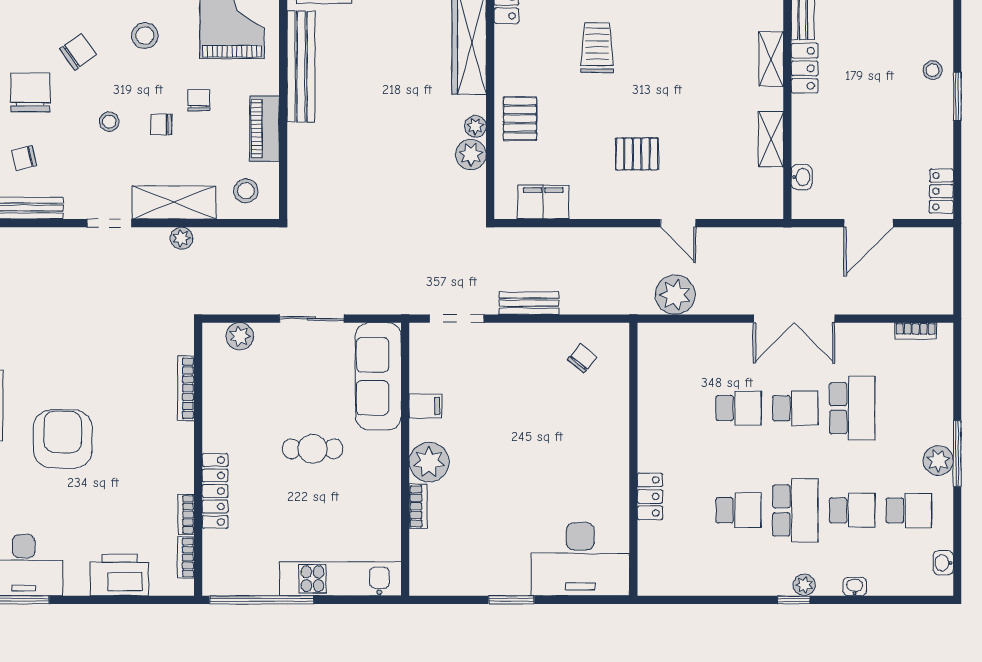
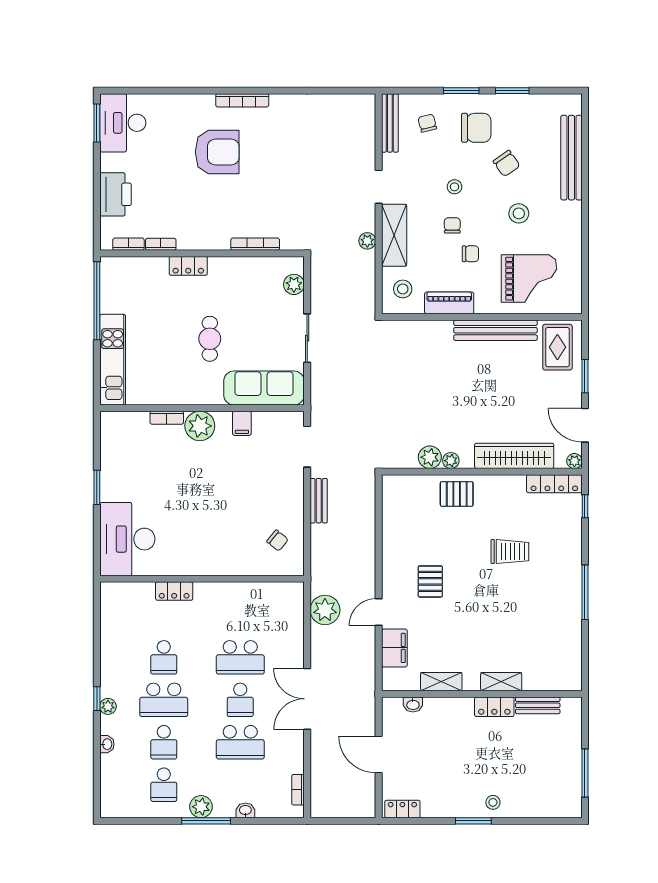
filing cabinet: (543, 202) -> (394, 648), moved
school desk: (739, 408) -> (240, 657), width x1.85
locker: (215, 491) -> (188, 266), width x0.66
washbasin: (943, 563) -> (245, 810), moved

